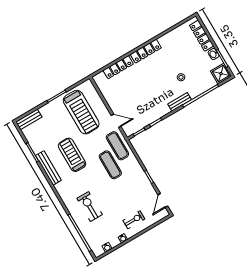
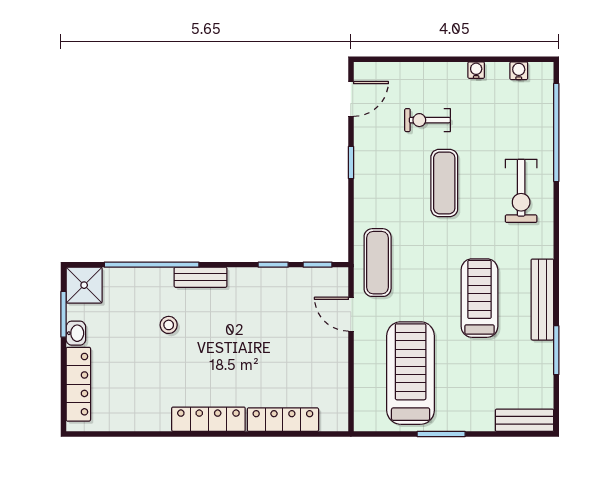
treadmill: (72, 155) -> (479, 298), turned 180
exercise mat: (110, 165) -> (444, 183), moved
exercise bike: (90, 206) -> (521, 191), moved
exercise bike: (134, 220) -> (428, 120), moved

